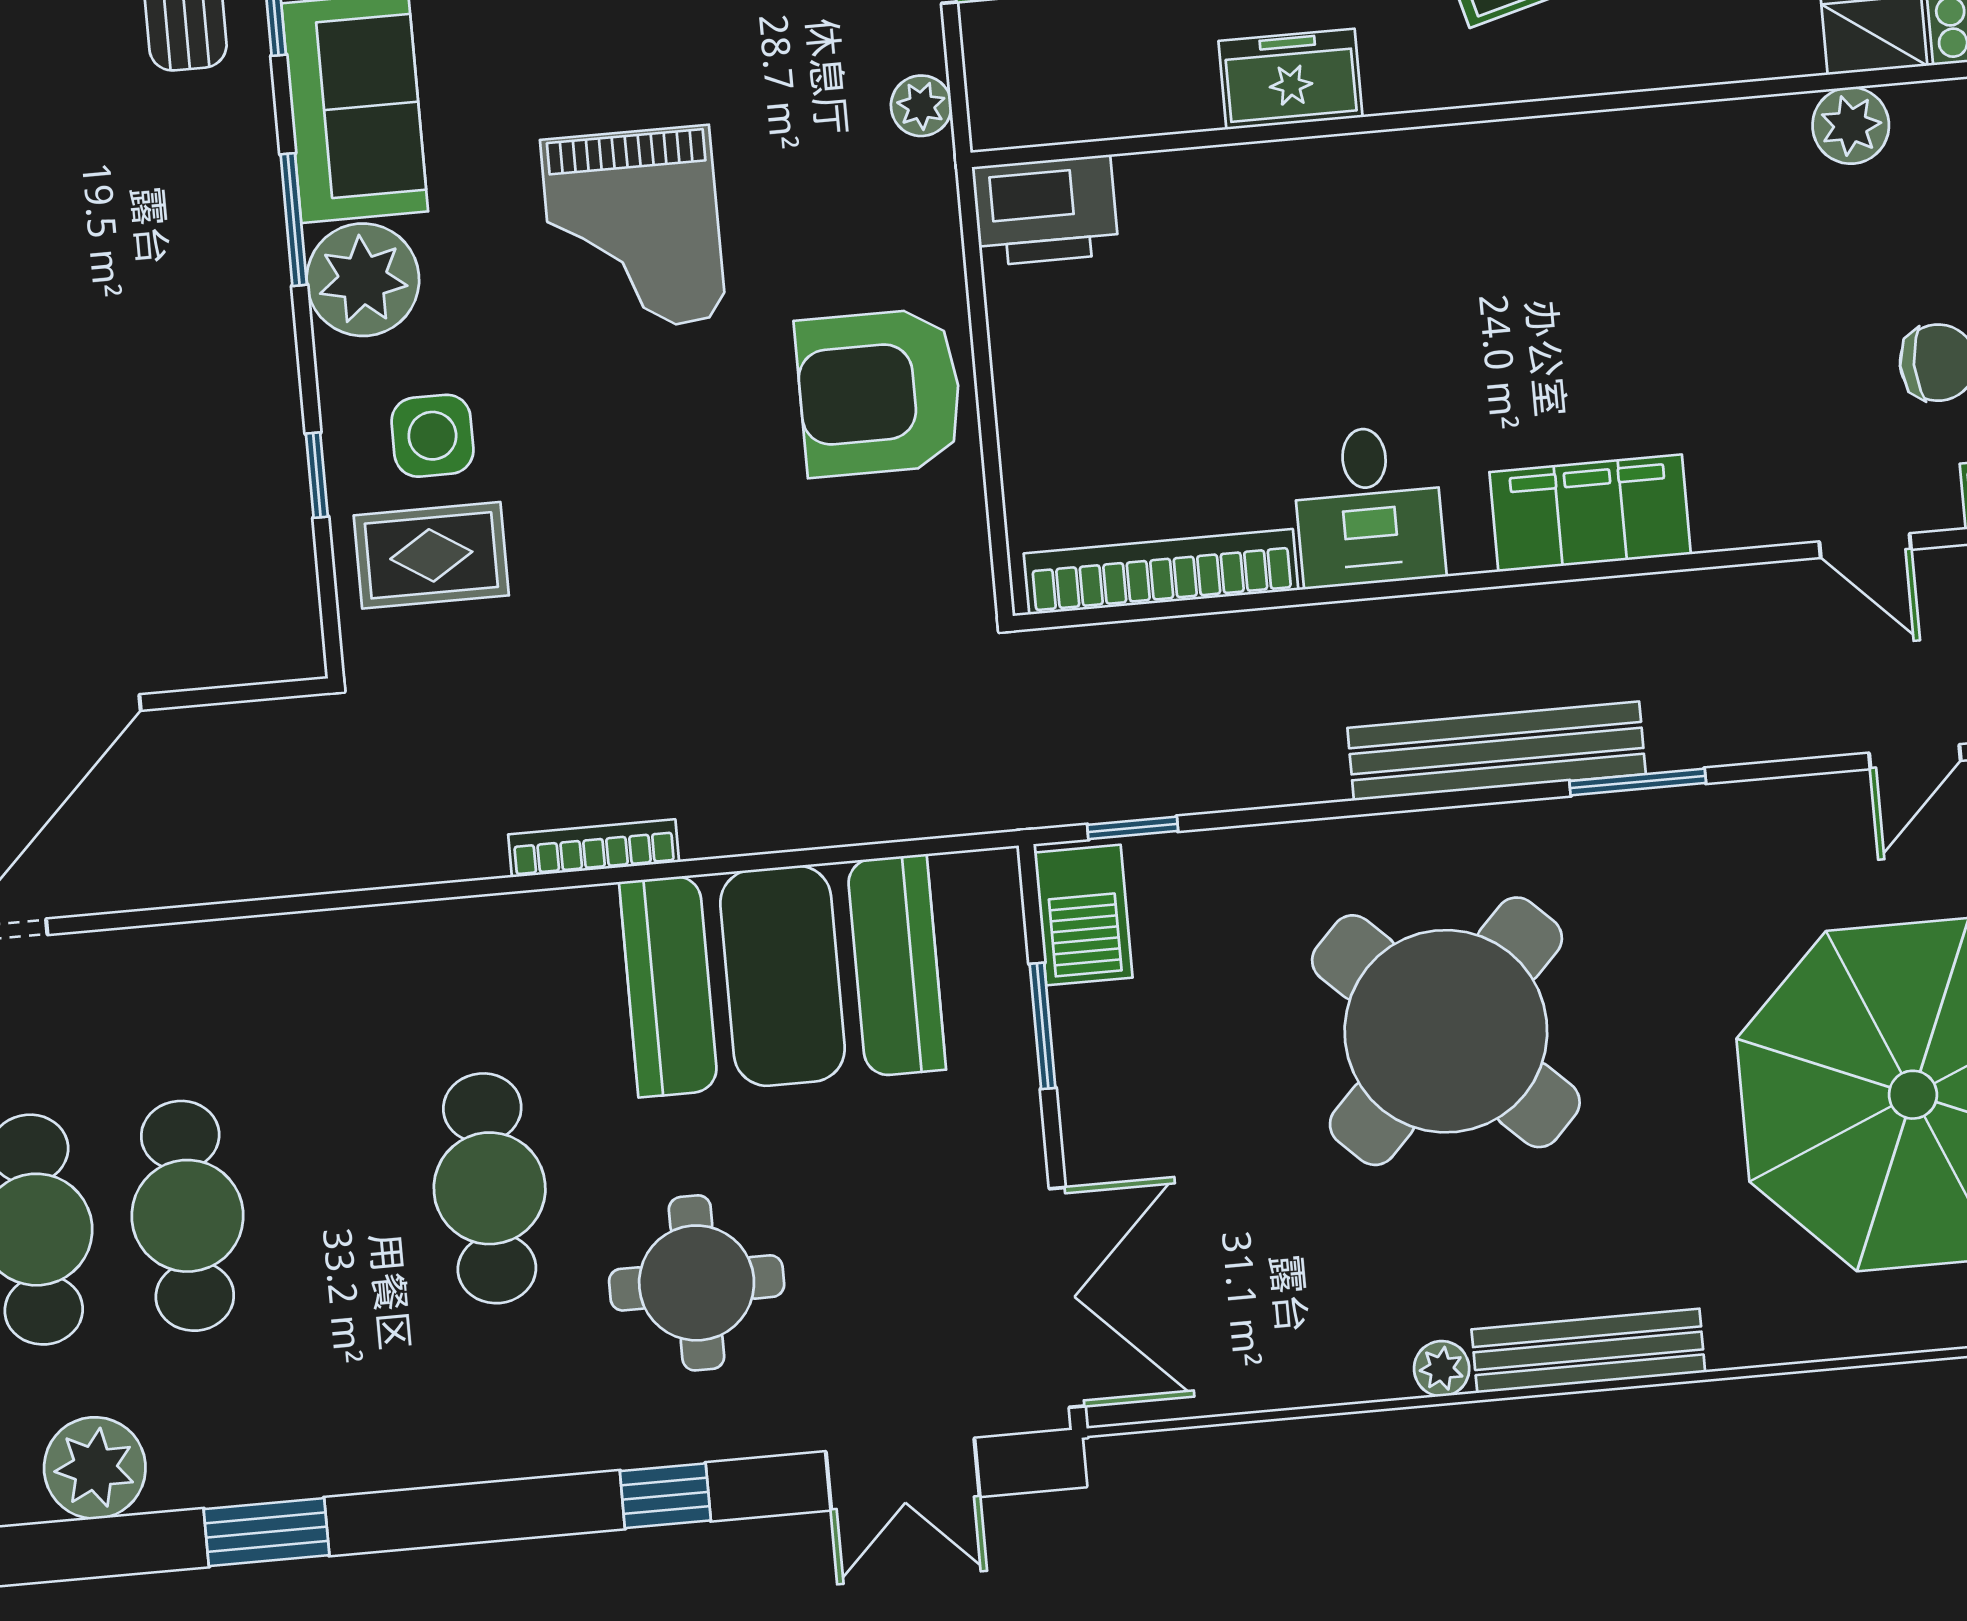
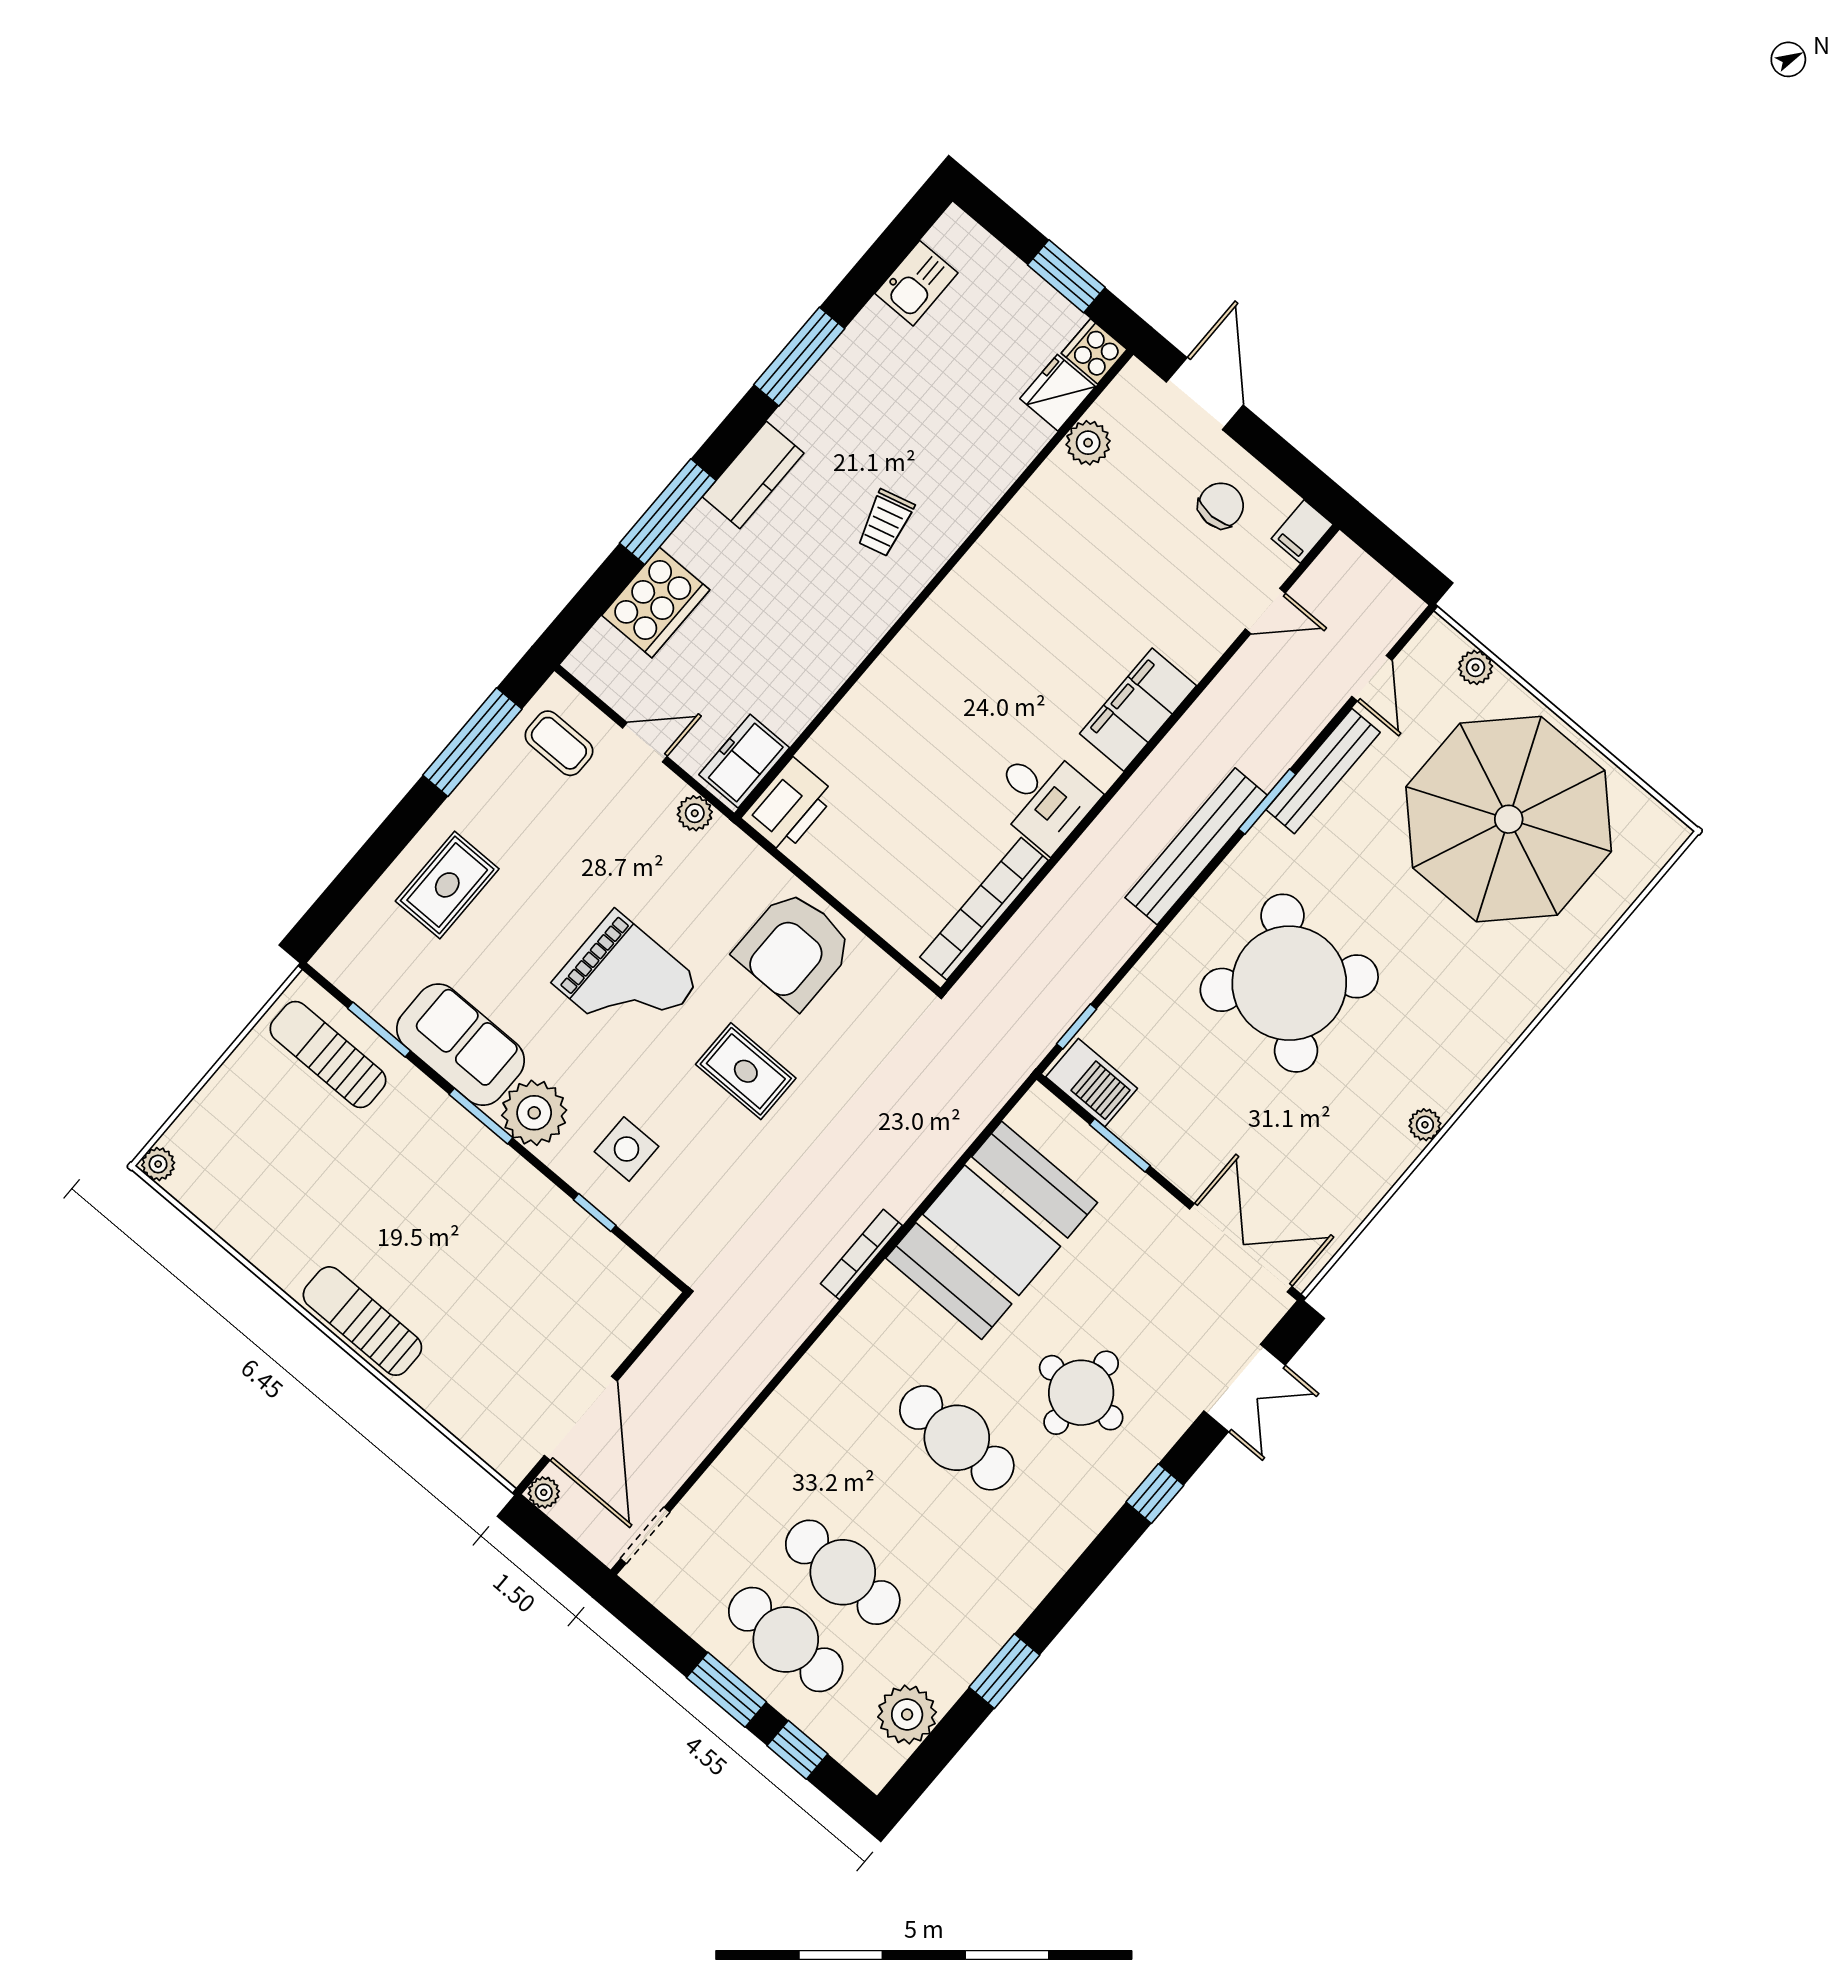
freezer: (1291, 79) -> (744, 761), moved
rug: (431, 555) -> (746, 1071), moved, turned 90
bench: (1588, 1351) -> (1323, 771), moved

